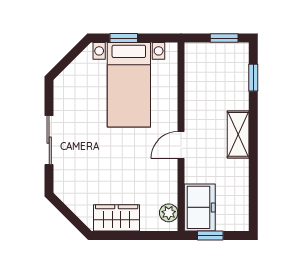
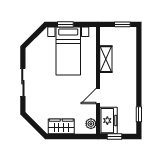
window: (253, 78) -> (139, 114), moved
shelving: (238, 134) -> (106, 59), moved
door: (181, 145) -> (98, 96), moved

